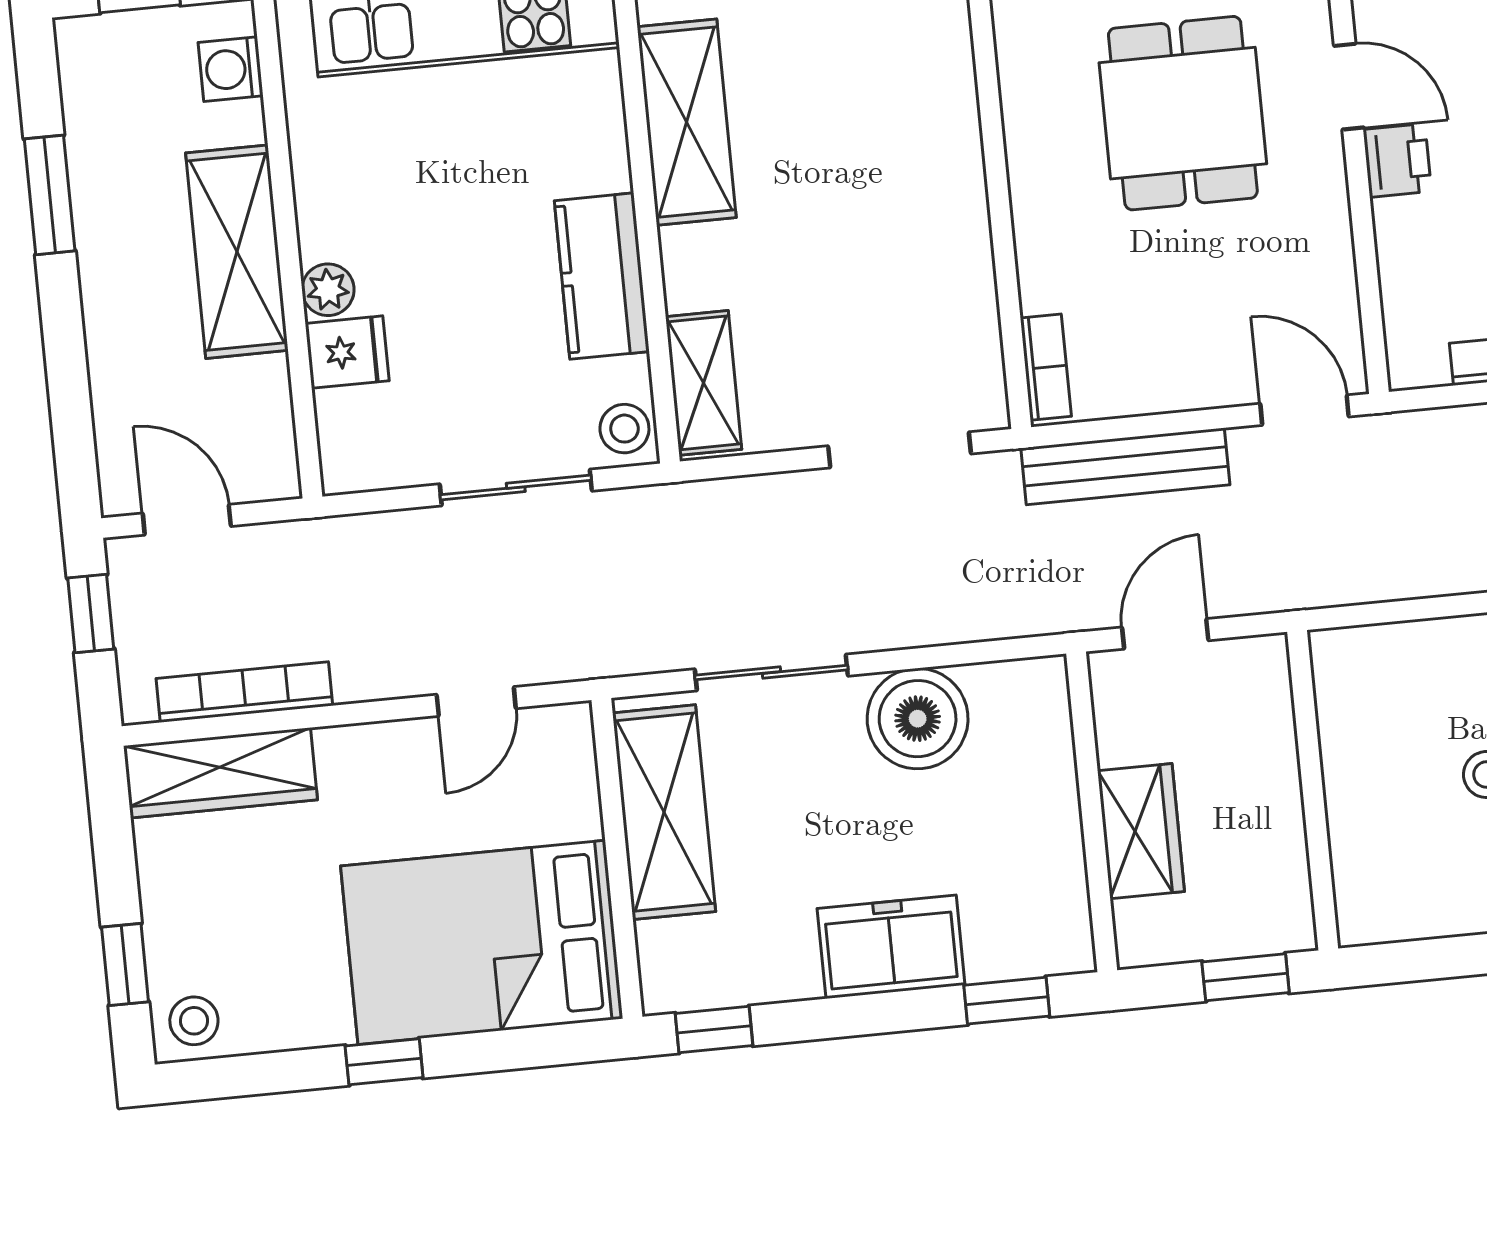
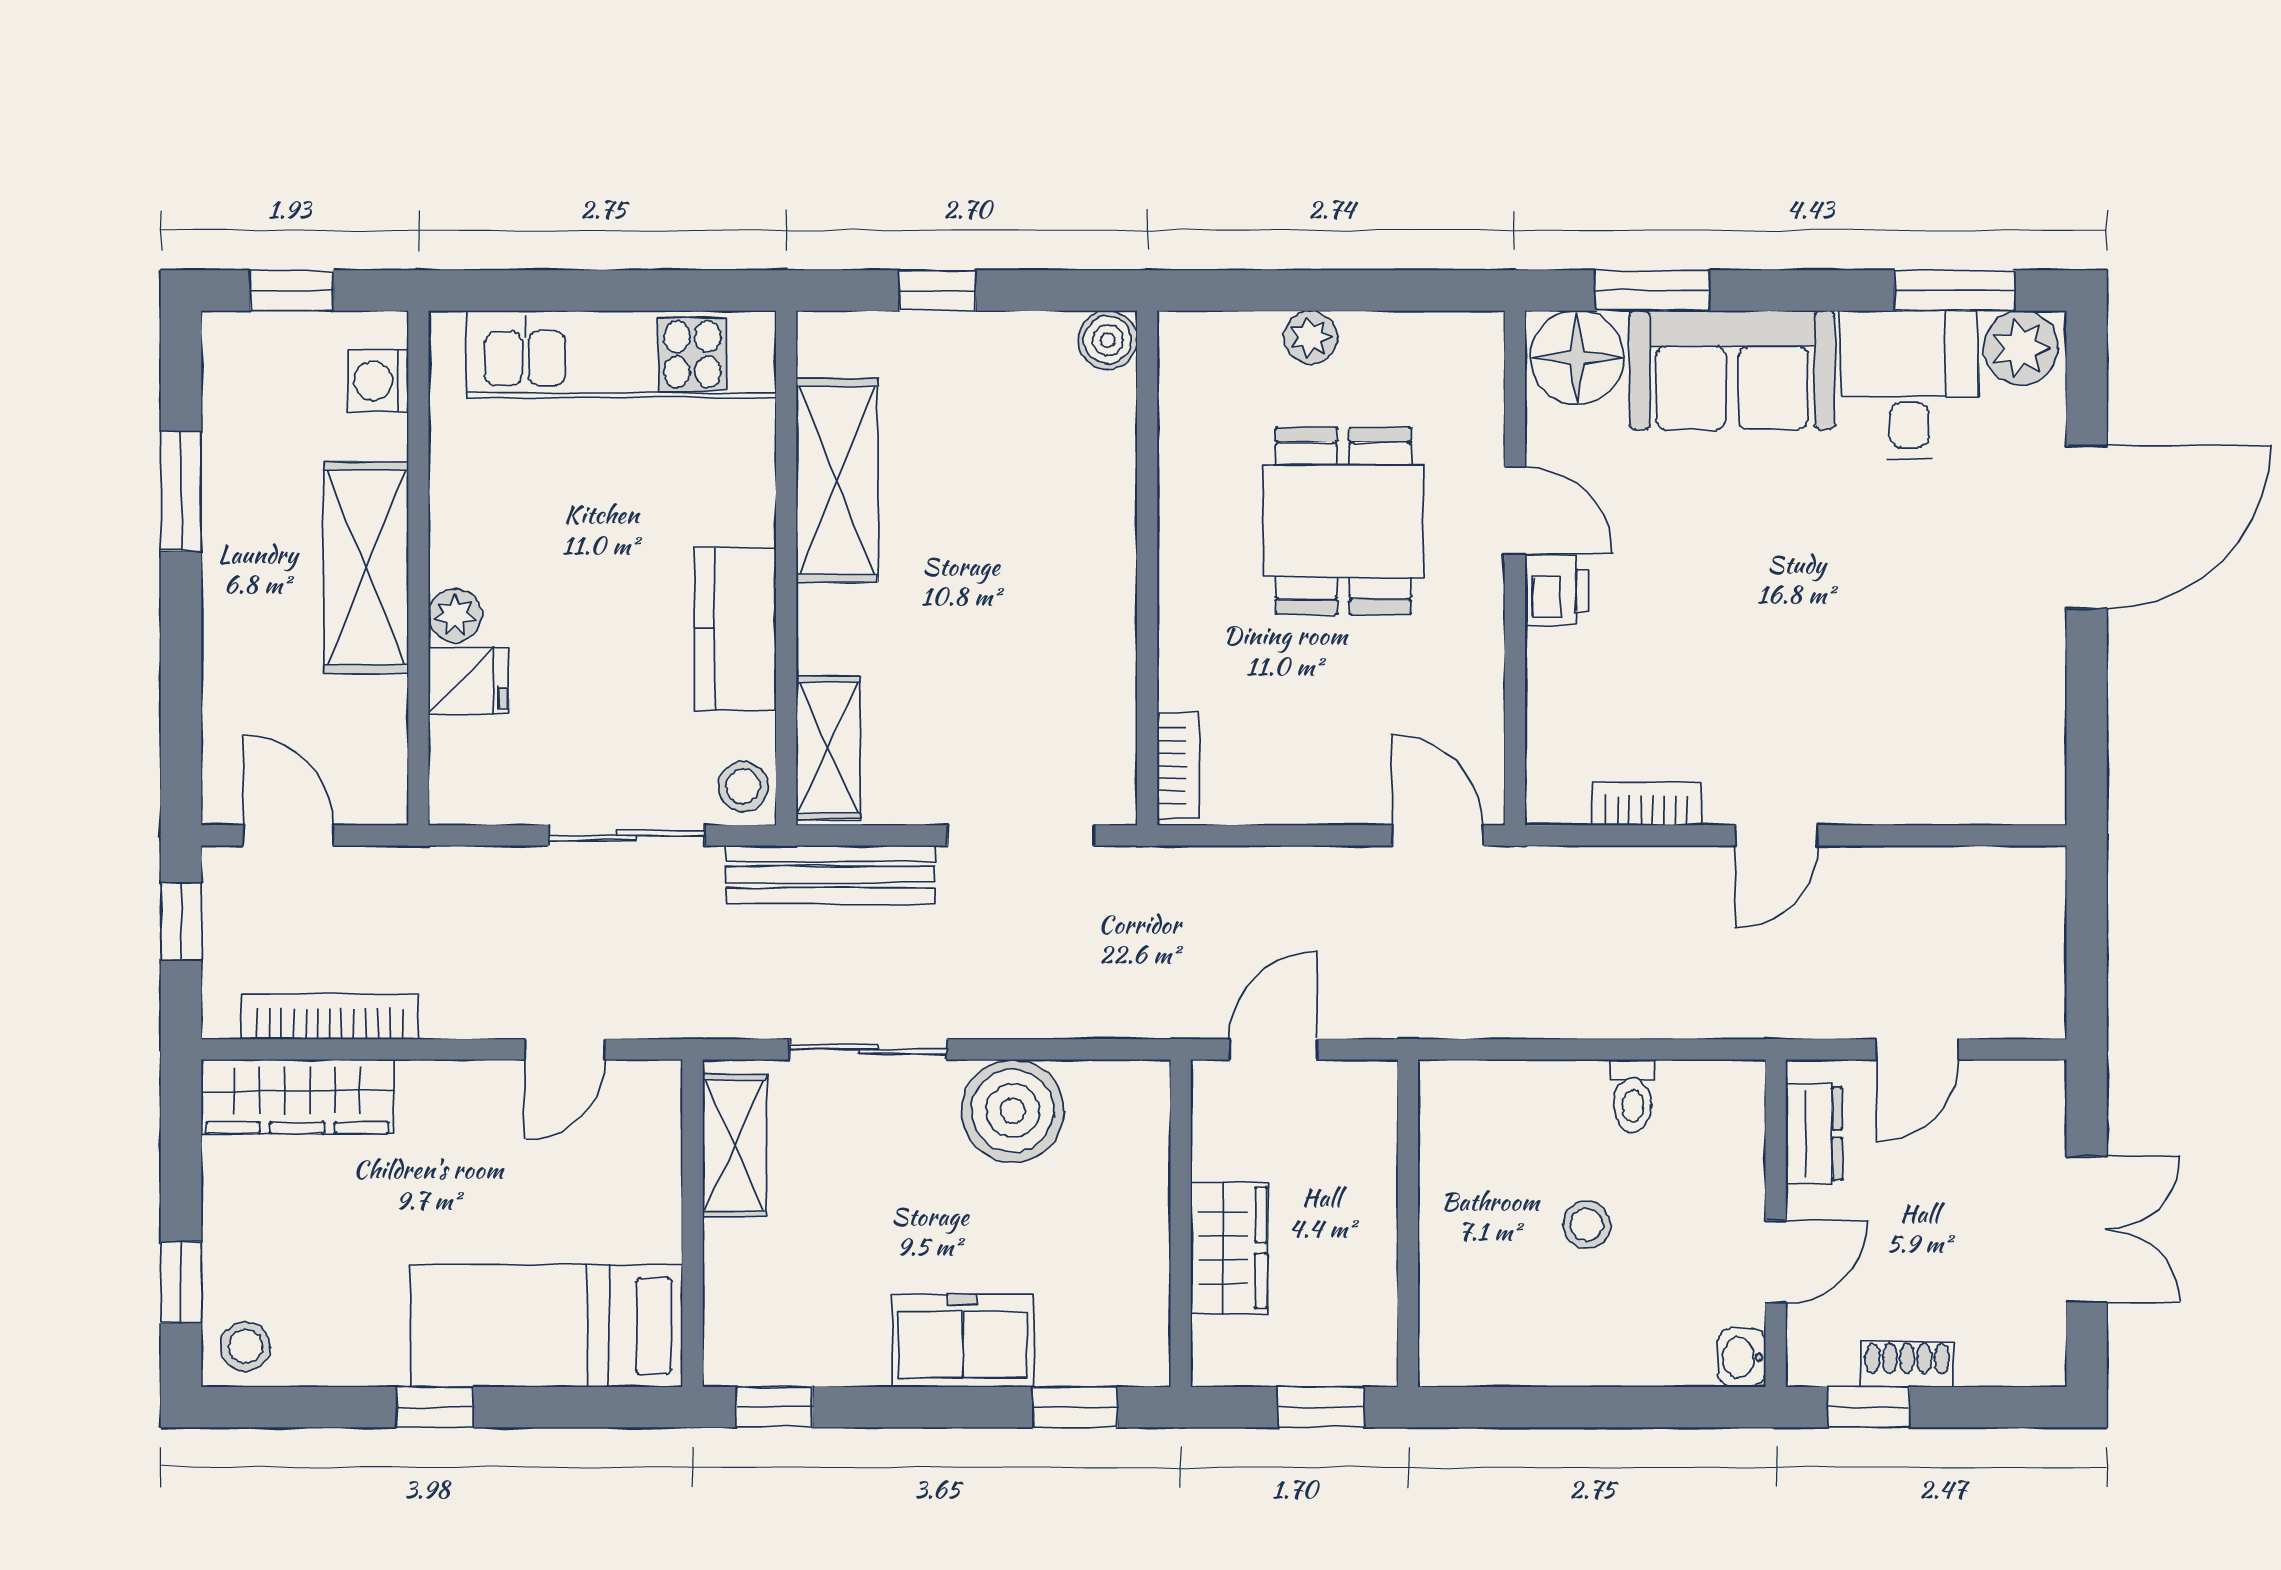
bench: (1125, 466) -> (830, 875), moved
shelving: (664, 812) -> (734, 1145), width x0.67, depth x0.75
bed: (482, 942) -> (546, 1326), width x0.67

